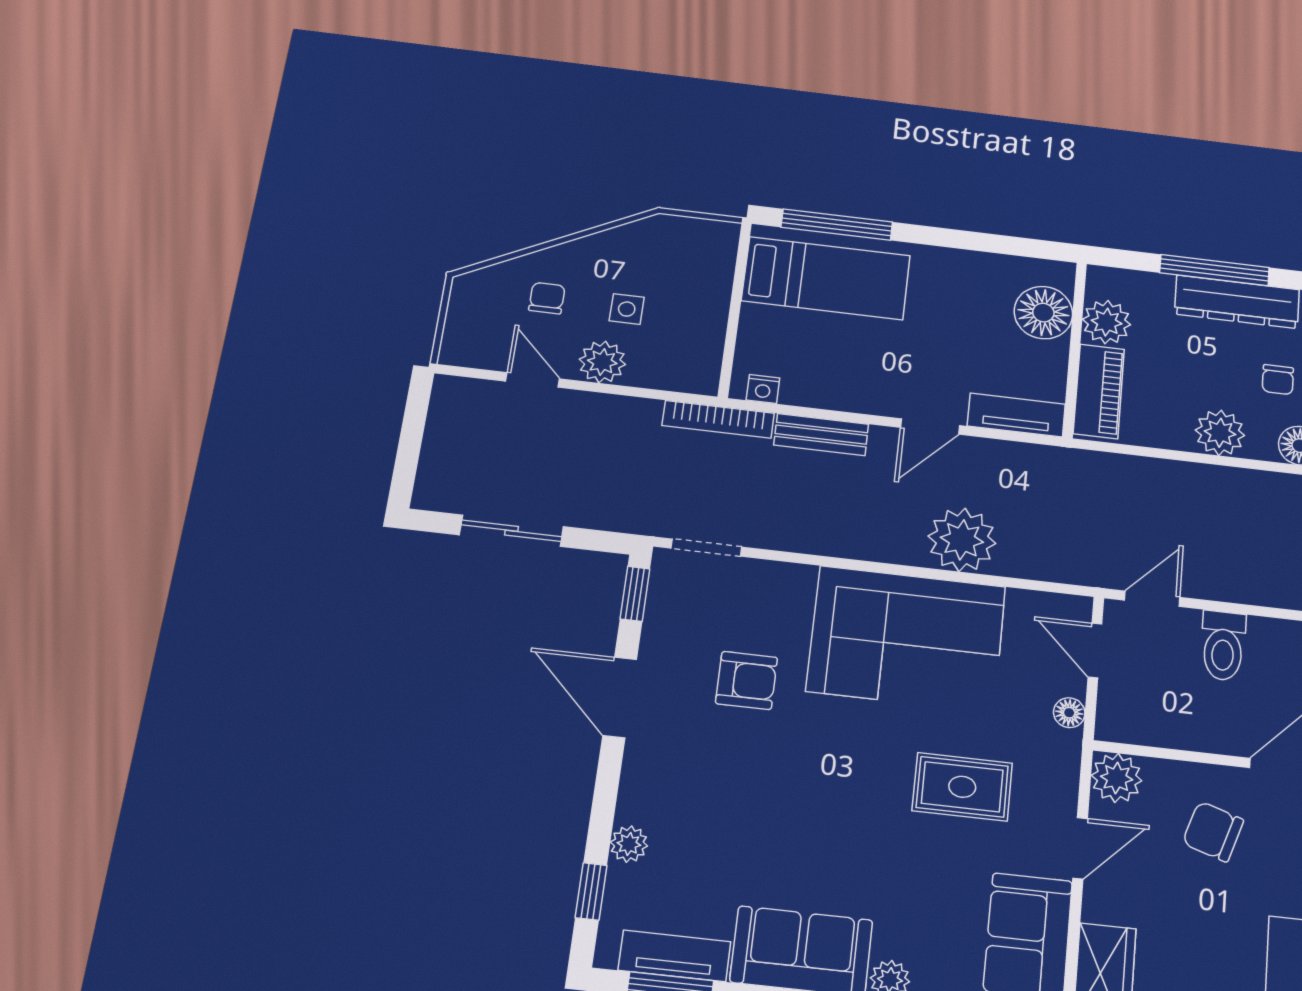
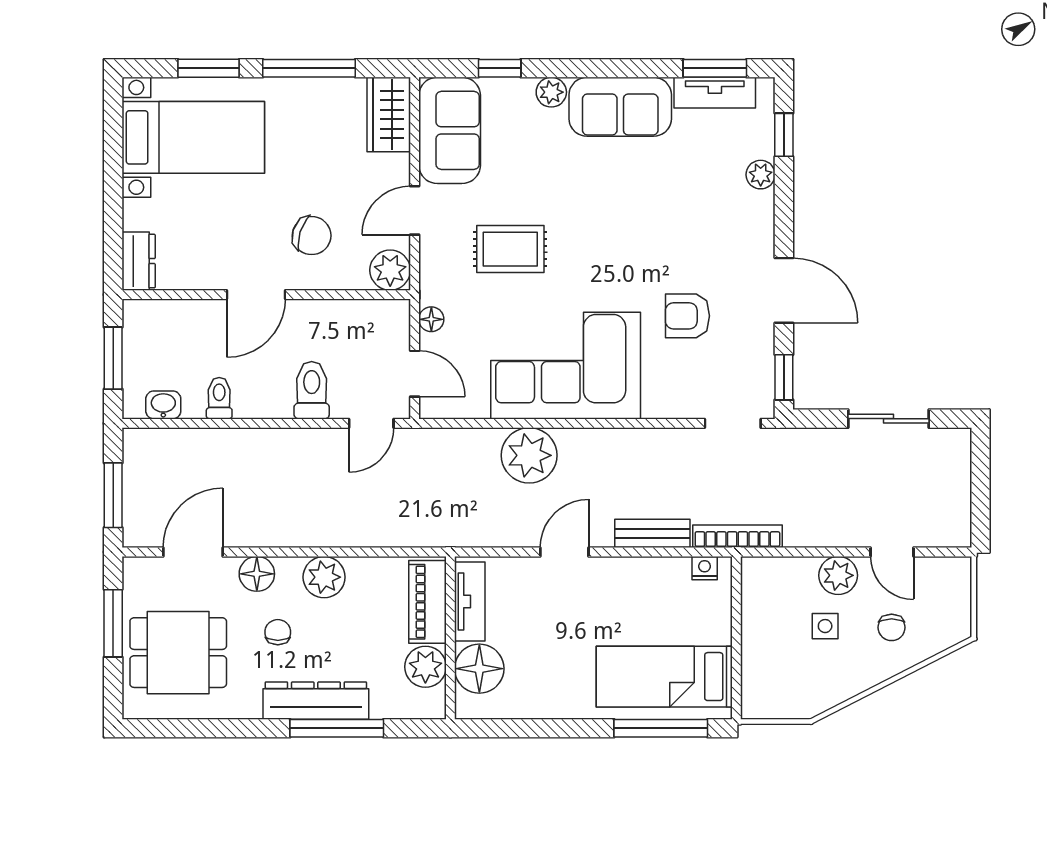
tv unit: (1016, 415) -> (470, 601), moved, turned -90

